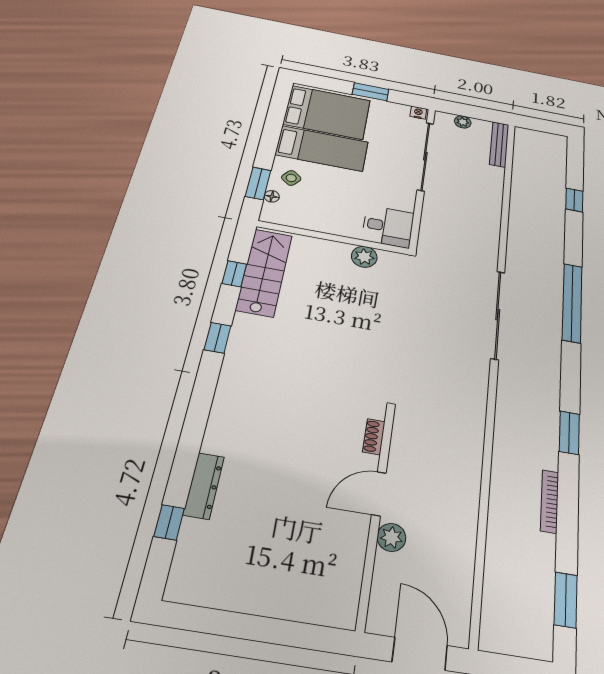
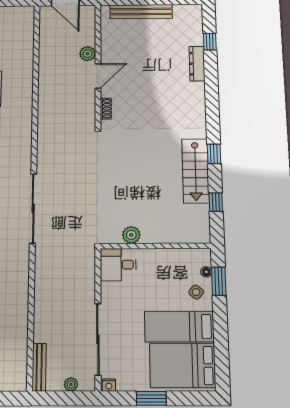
stairs: (264, 272) -> (195, 171), moved
bench: (281, 604) -> (141, 12), added

